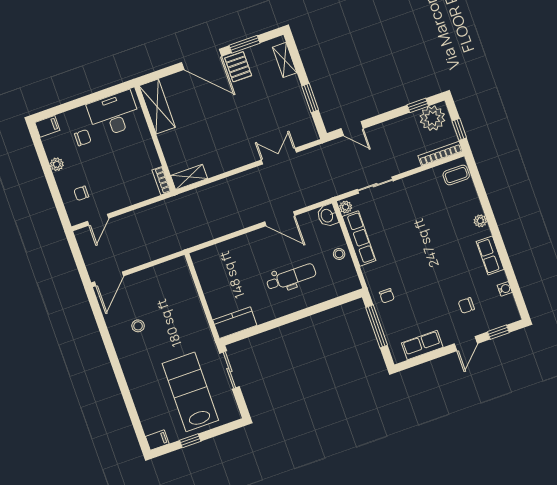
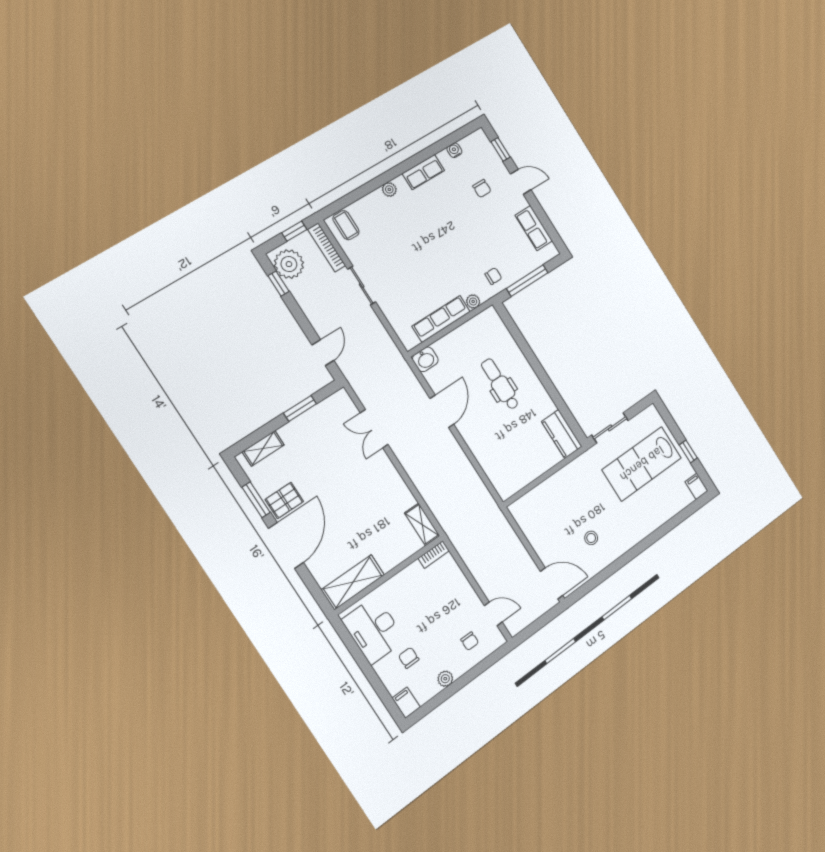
sliding door: (375, 185) -> (362, 286), moved
plant: (346, 207) -> (473, 301), moved
stool: (339, 254) -> (463, 337), removed

